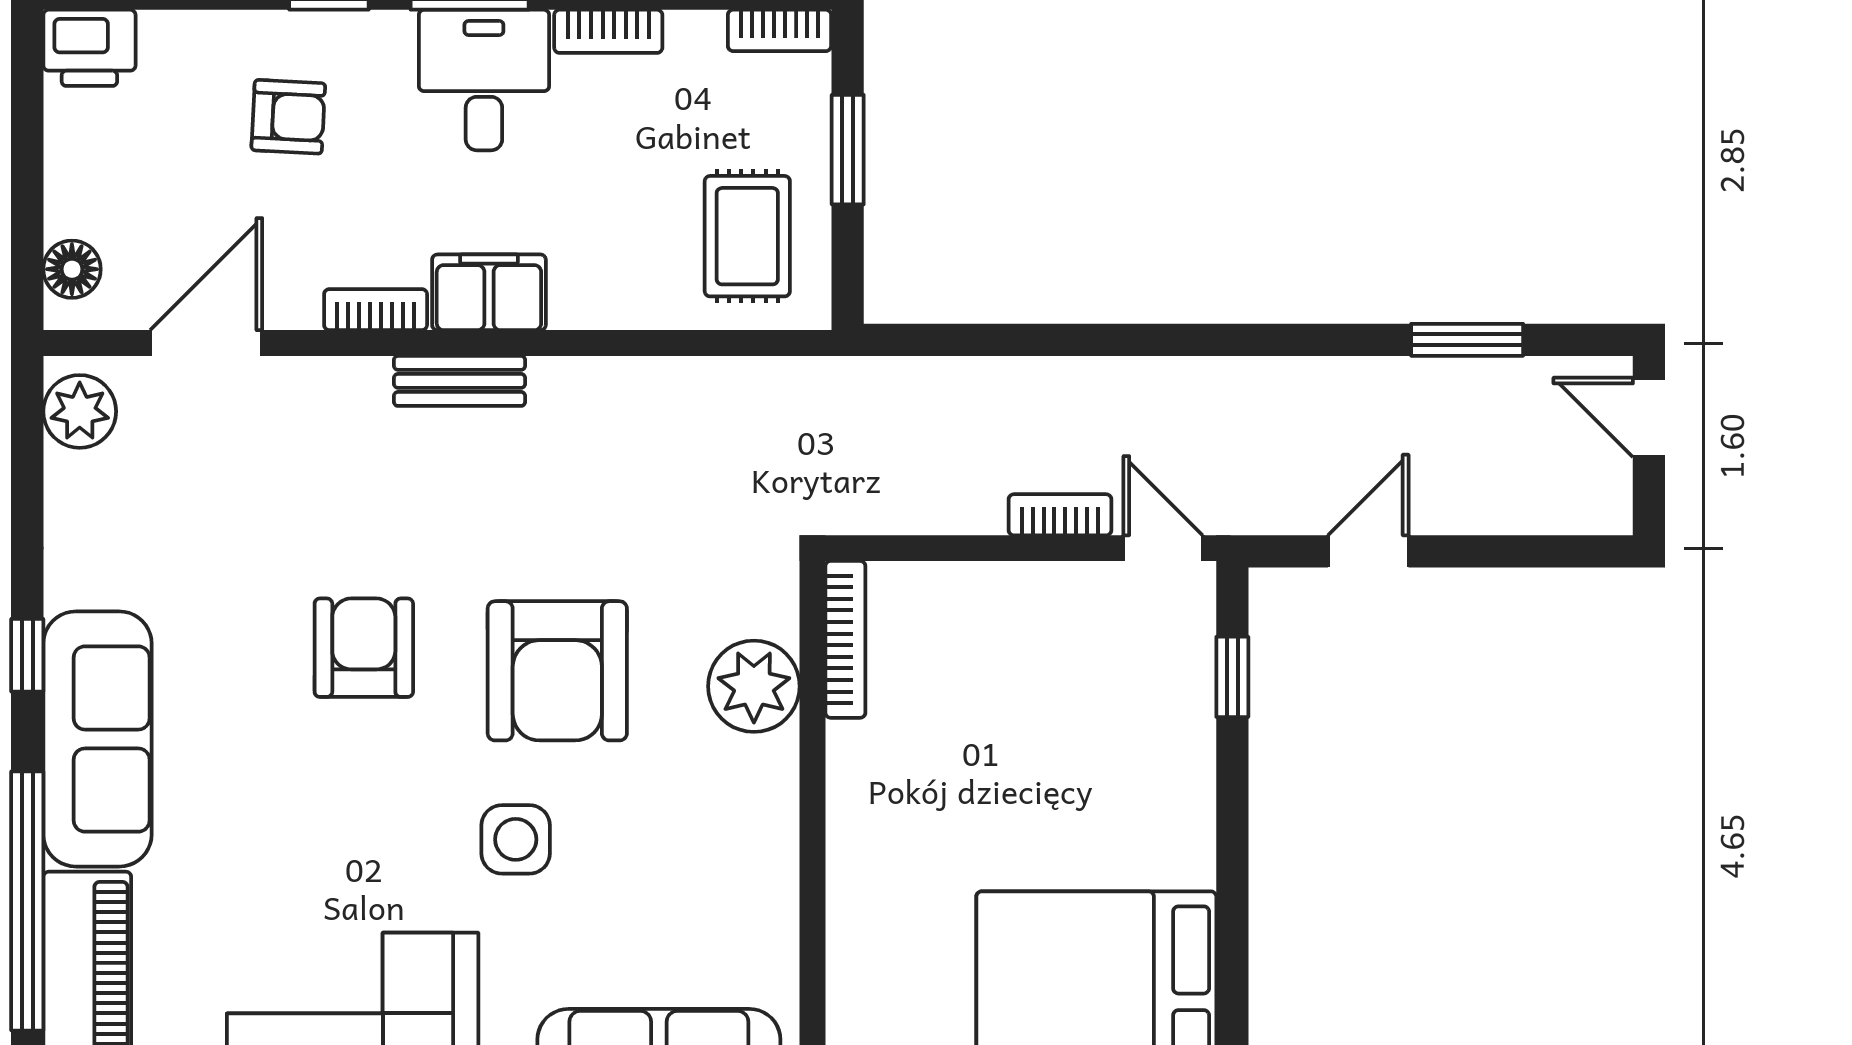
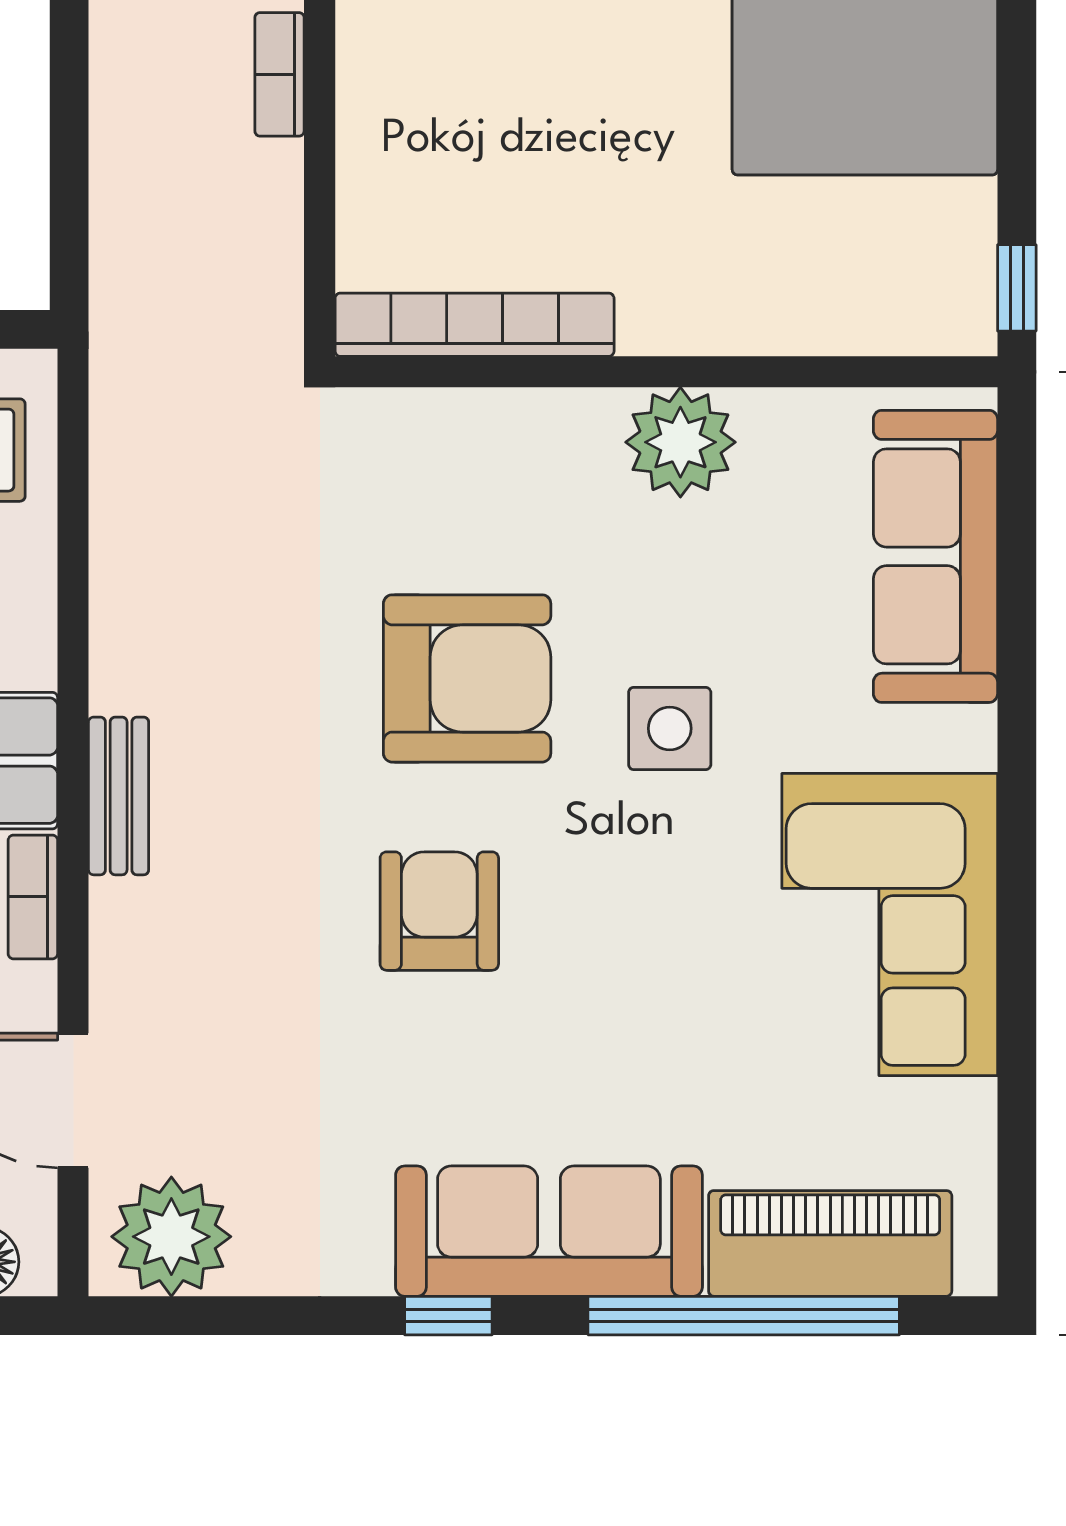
plant: (80, 411) -> (171, 1237), width x1.36, depth x1.36
bookcase: (845, 639) -> (475, 325), width x1.48, depth x1.31
armchair: (364, 648) -> (439, 911), turned 90
plant: (754, 686) -> (680, 442), moved

